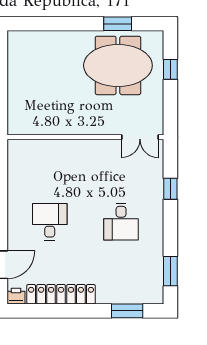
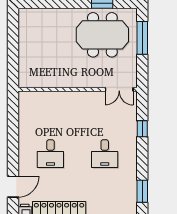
window: (170, 69) -> (142, 38), width x2.17
desk: (50, 222) -> (50, 154), turned 180

